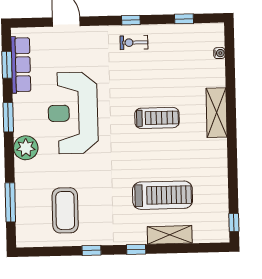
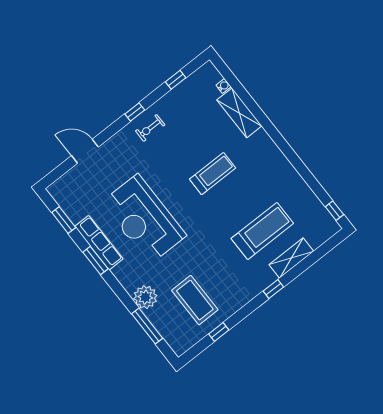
row of seats: (21, 65) -> (99, 243), moved
shelving: (217, 113) -> (239, 113), moved
plant: (26, 148) -> (145, 297), moved
window: (92, 250) -> (219, 332), moved

